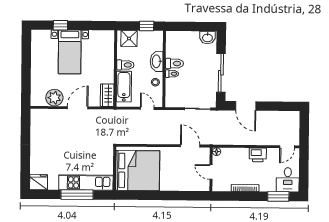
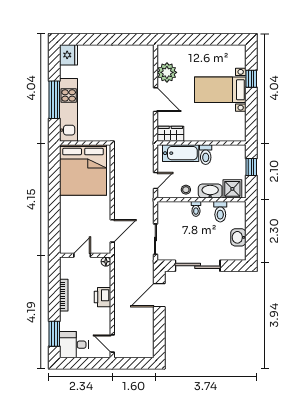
window: (147, 26) -> (251, 167), moved
washbasin: (207, 38) -> (238, 237), moved
shower: (129, 39) -> (232, 189), moved
toilet: (175, 63) -> (220, 212), moved
printer: (258, 155) -> (102, 297), moved

